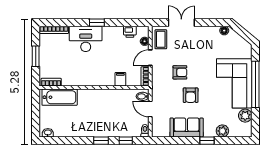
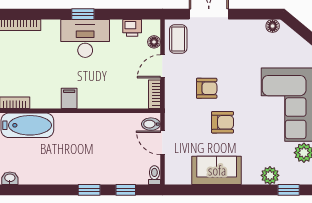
desk: (86, 39) -> (85, 38), moved
filing cabinet: (120, 79) -> (69, 98), moved
armchair: (191, 95) -> (222, 122), turned -90
window: (207, 141) -> (289, 190), moved

